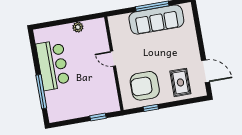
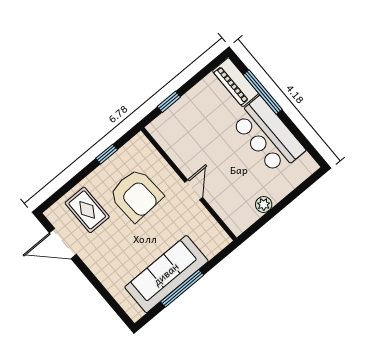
door: (113, 59) -> (194, 190), hinge flipped
armchair: (145, 86) -> (136, 195), moved, turned 87
piano: (54, 106) -> (236, 82), added

